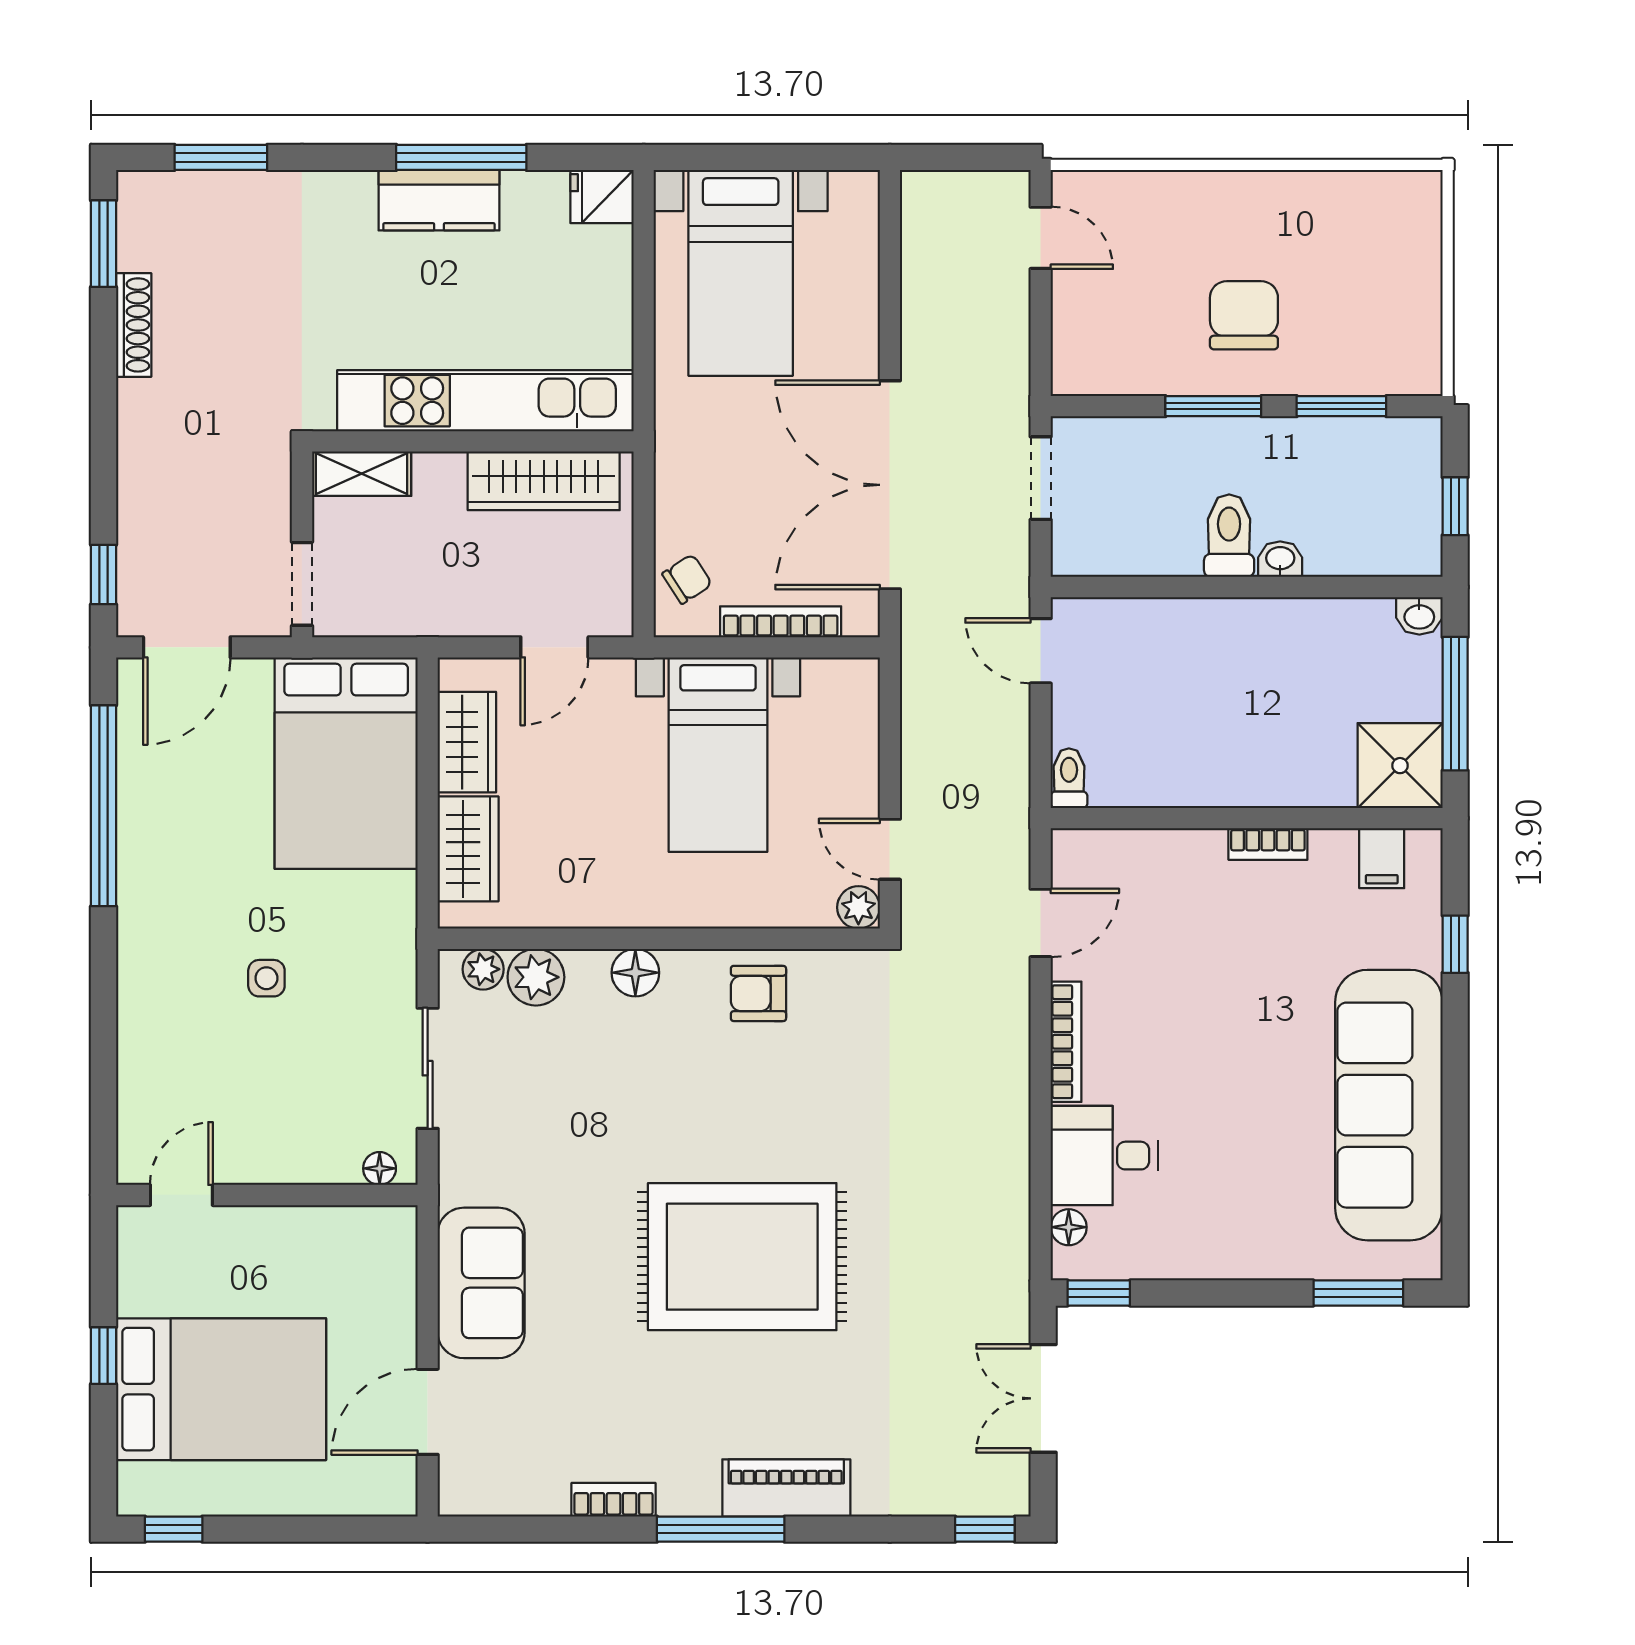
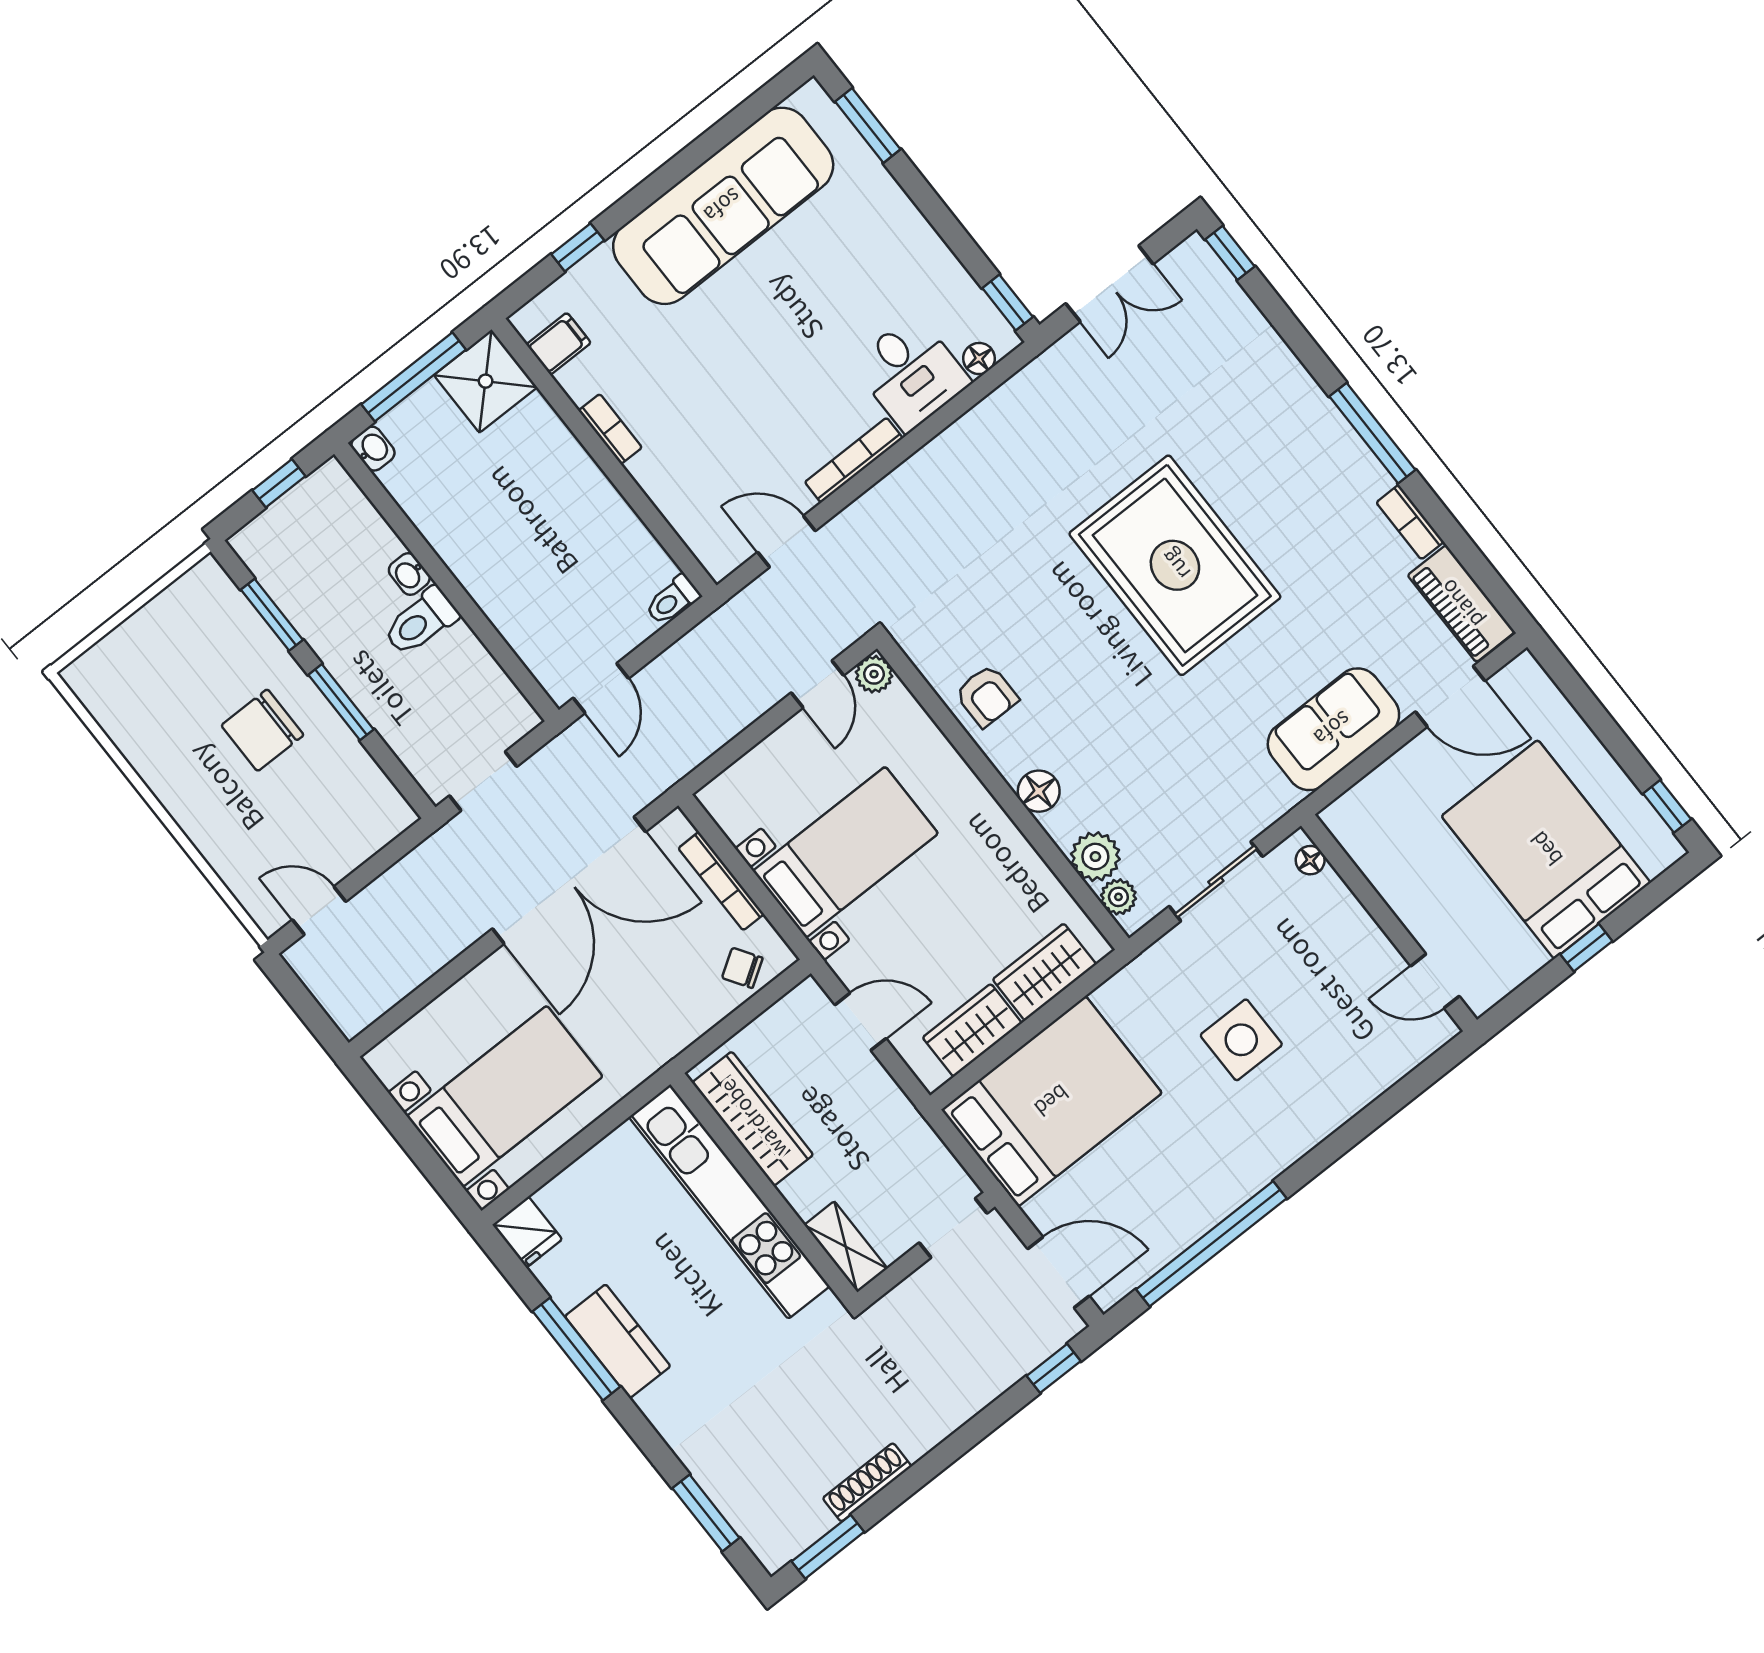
door: (1041, 238) -> (319, 911), hinge flipped
side table: (266, 978) -> (1241, 1040), width x1.87, depth x1.87
piano: (786, 1488) -> (1461, 604), moved

